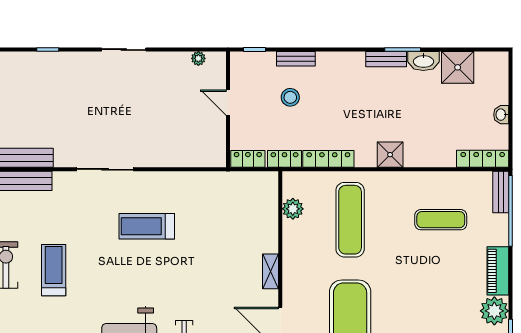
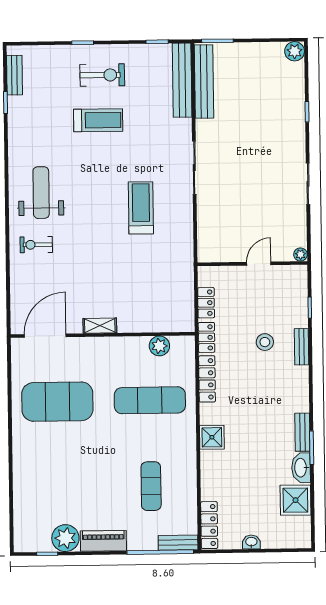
door: (228, 103) -> (259, 264), moved
wall: (228, 109) -> (252, 264), moved

